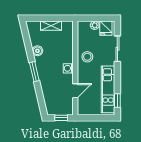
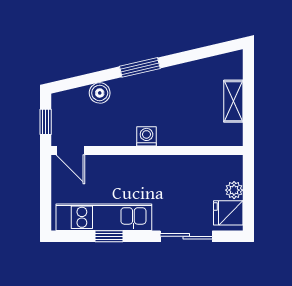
boiler: (37, 51) -> (100, 93), moved
stool: (87, 57) -> (170, 175), removed
door: (75, 91) -> (71, 151), moved
window: (117, 101) -> (109, 236), moved

